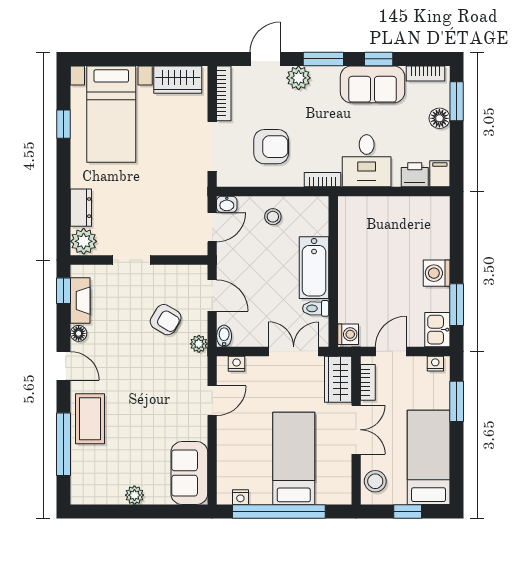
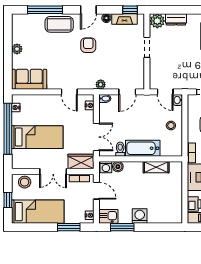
shelving: (348, 243) -> (156, 167), added
boiler: (347, 313) -> (118, 167), added
armchair: (166, 320) -> (88, 45), moved, turned 149

